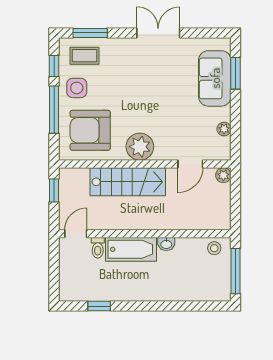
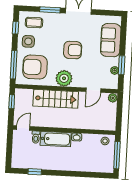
window: (90, 33) -> (50, 10), moved
window: (236, 73) -> (122, 65), moved
armchair: (152, 98) -> (73, 50), added
window: (54, 110) -> (14, 65), moved

